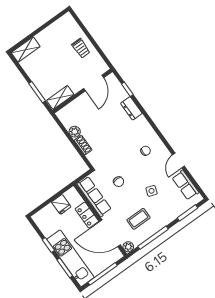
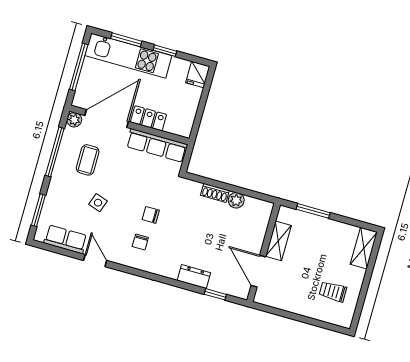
trolley: (81, 48) -> (333, 292), moved
shelving: (60, 97) -> (278, 241), moved
chair: (119, 182) -> (151, 215), moved
fridge: (61, 204) -> (198, 75), moved, turned -90

